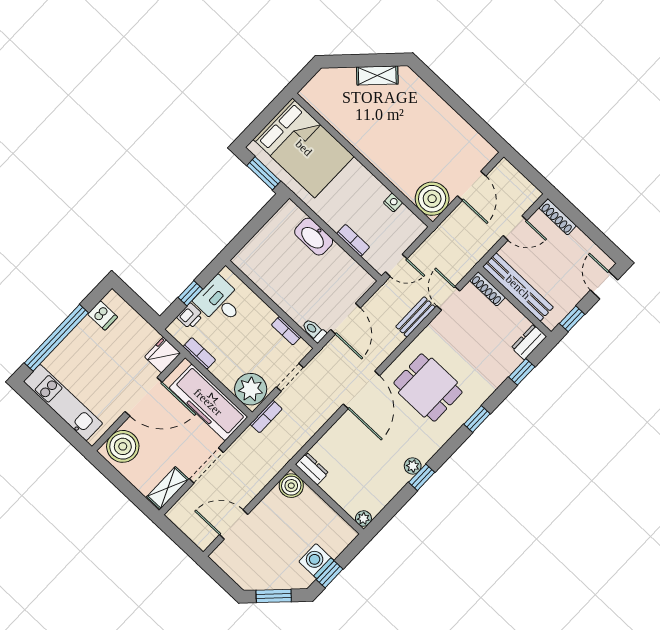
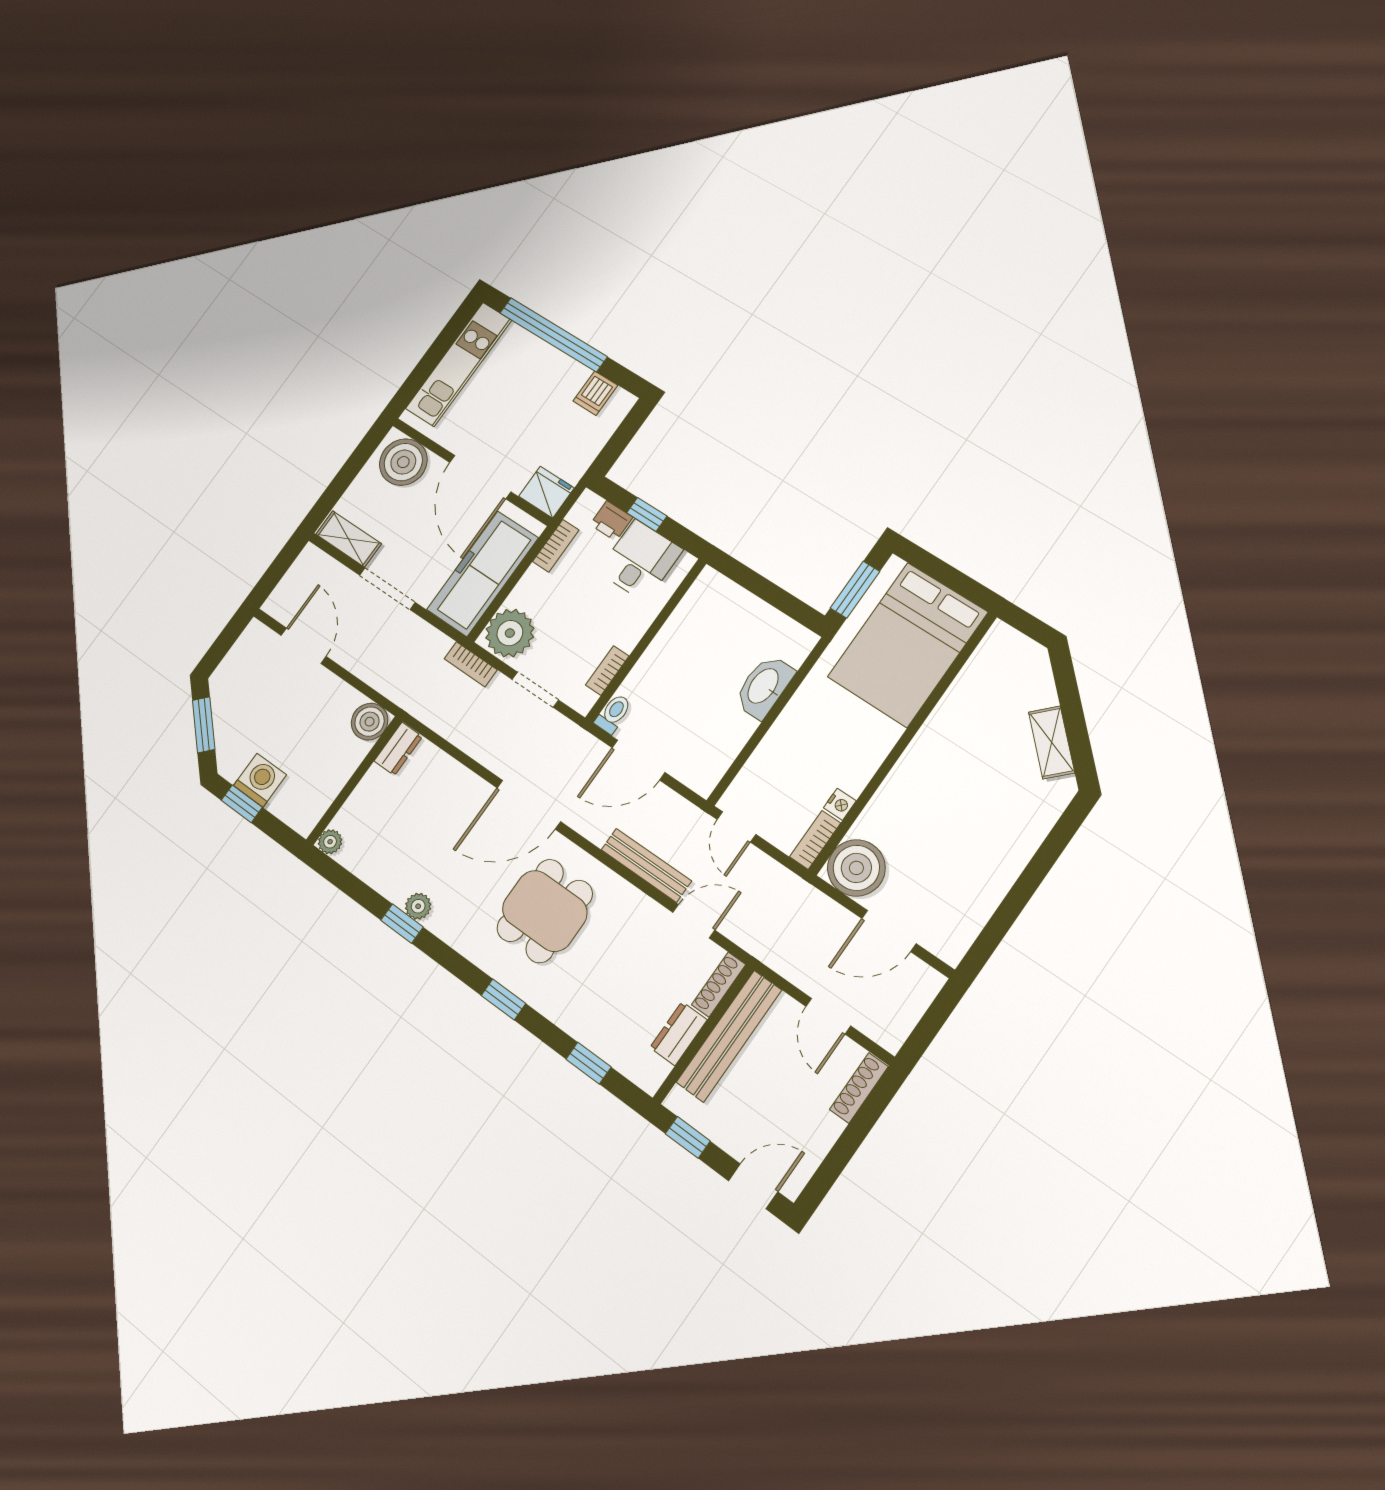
bookcase: (353, 240) -> (815, 840), moved, turned 180
bench: (416, 317) -> (646, 865), width x1.36
dresser: (529, 342) -> (678, 1034), moved, turned -90

